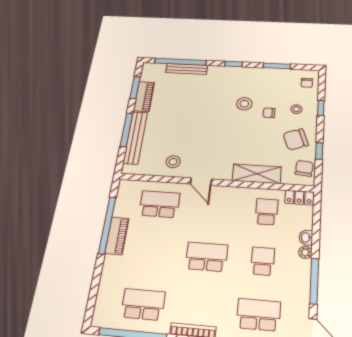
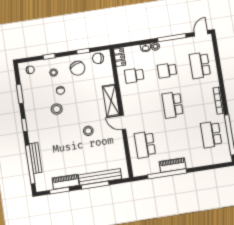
stool: (173, 162) -> (88, 131), moved
shelving: (257, 174) -> (111, 101), moved
door: (201, 182) -> (123, 122), swing flipped

